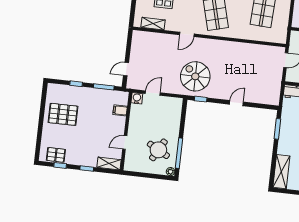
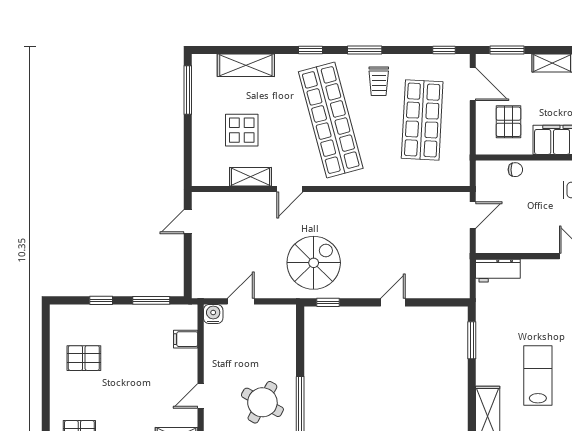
shelving: (153, 24) -> (251, 177), moved
door: (126, 69) -> (188, 222), moved
spiral stairs: (195, 76) -> (314, 263), turned 90
pallet: (63, 114) -> (84, 358), width x0.67, depth x0.71

